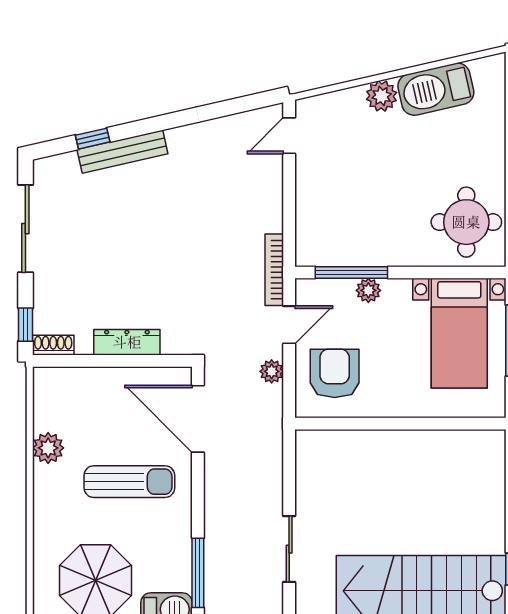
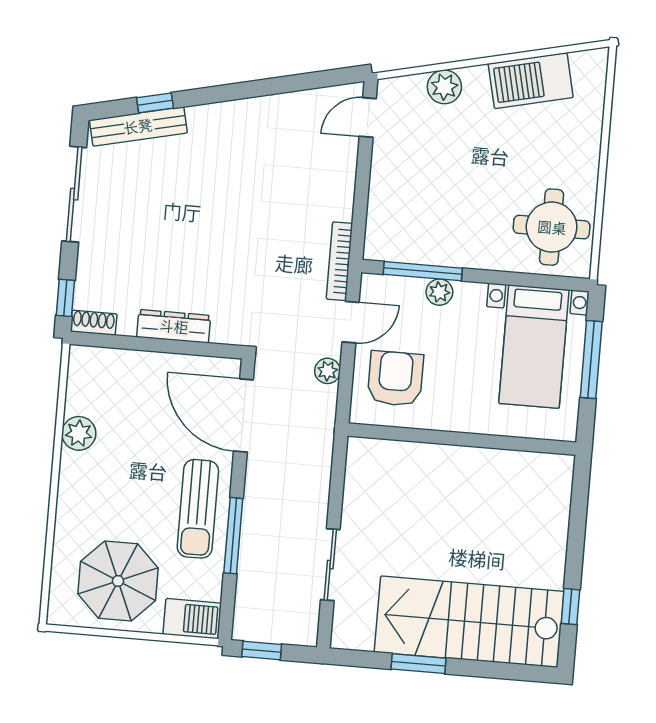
plant: (382, 96) -> (444, 87), moved
bench: (122, 152) -> (138, 126), moved
sun lounger: (129, 482) -> (198, 509), moved, turned 90
window: (198, 573) -> (233, 536), moved

